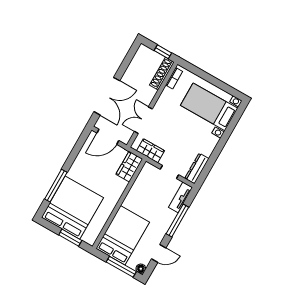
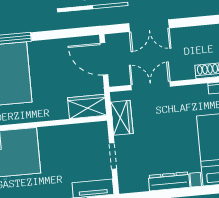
double door: (107, 96) -> (149, 26), width x0.73
dresser: (197, 168) -> (169, 181), moved

